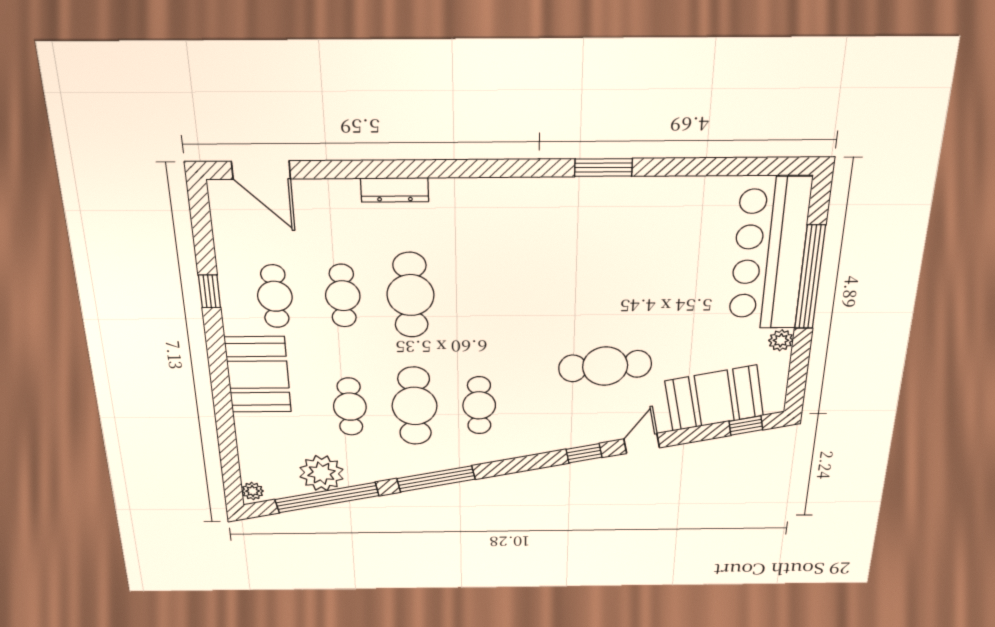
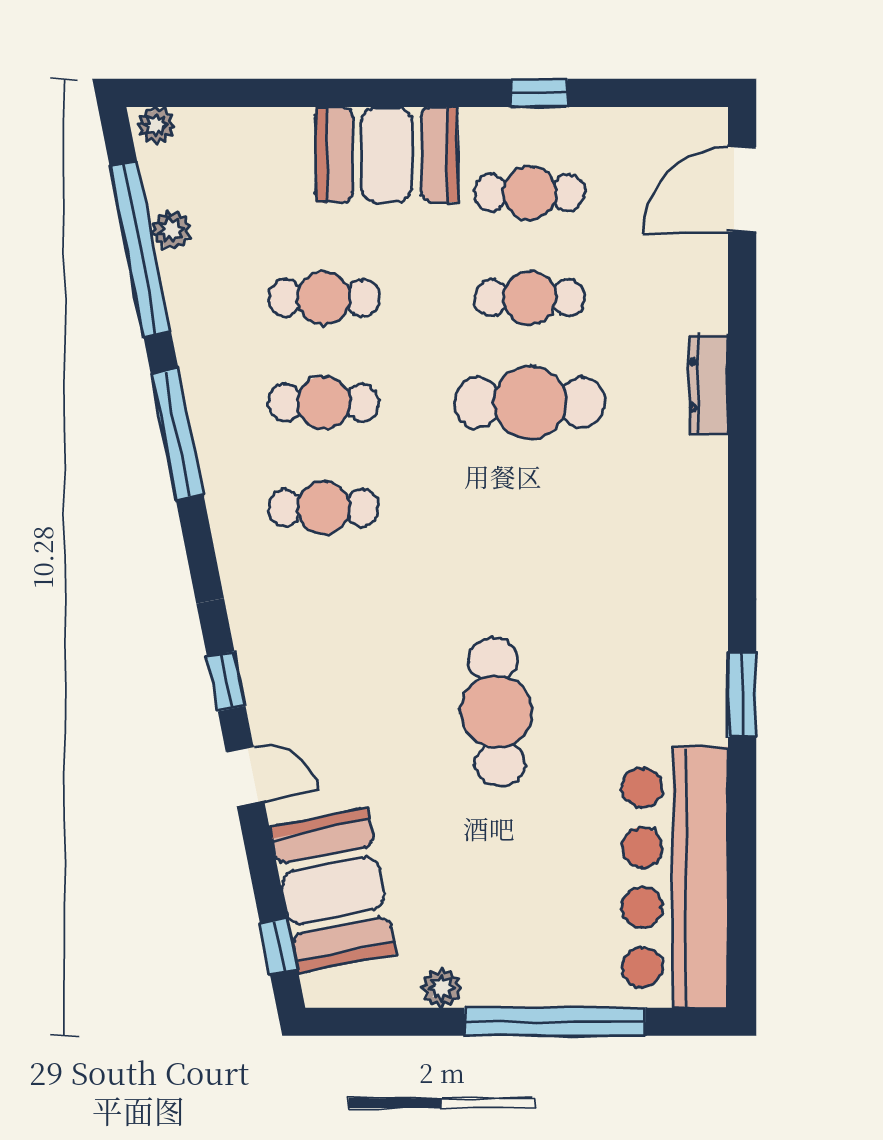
bar counter: (769, 254) -> (675, 877), moved, turned -90
cafe table: (605, 366) -> (496, 712), moved
cafe table: (415, 406) -> (324, 403), width x0.73, depth x0.74
plant: (322, 473) -> (171, 230), width x0.53, depth x0.53

